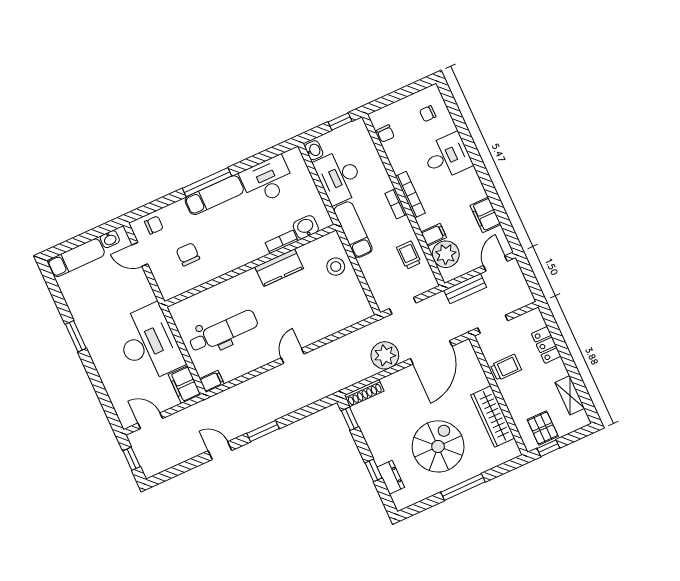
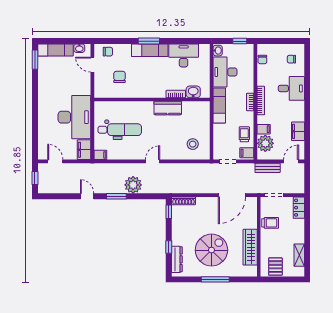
window: (207, 182) -> (149, 41), width x0.69
stool: (336, 267) -> (193, 144), moved
filing cabinet: (425, 280) -> (247, 153), added
window: (76, 336) -> (35, 60), moved
locker: (546, 345) -> (299, 208), moved
plant: (385, 355) -> (133, 185), moved
window: (548, 448) -> (273, 279), removed
dresser: (391, 477) -> (177, 259), width x1.44

